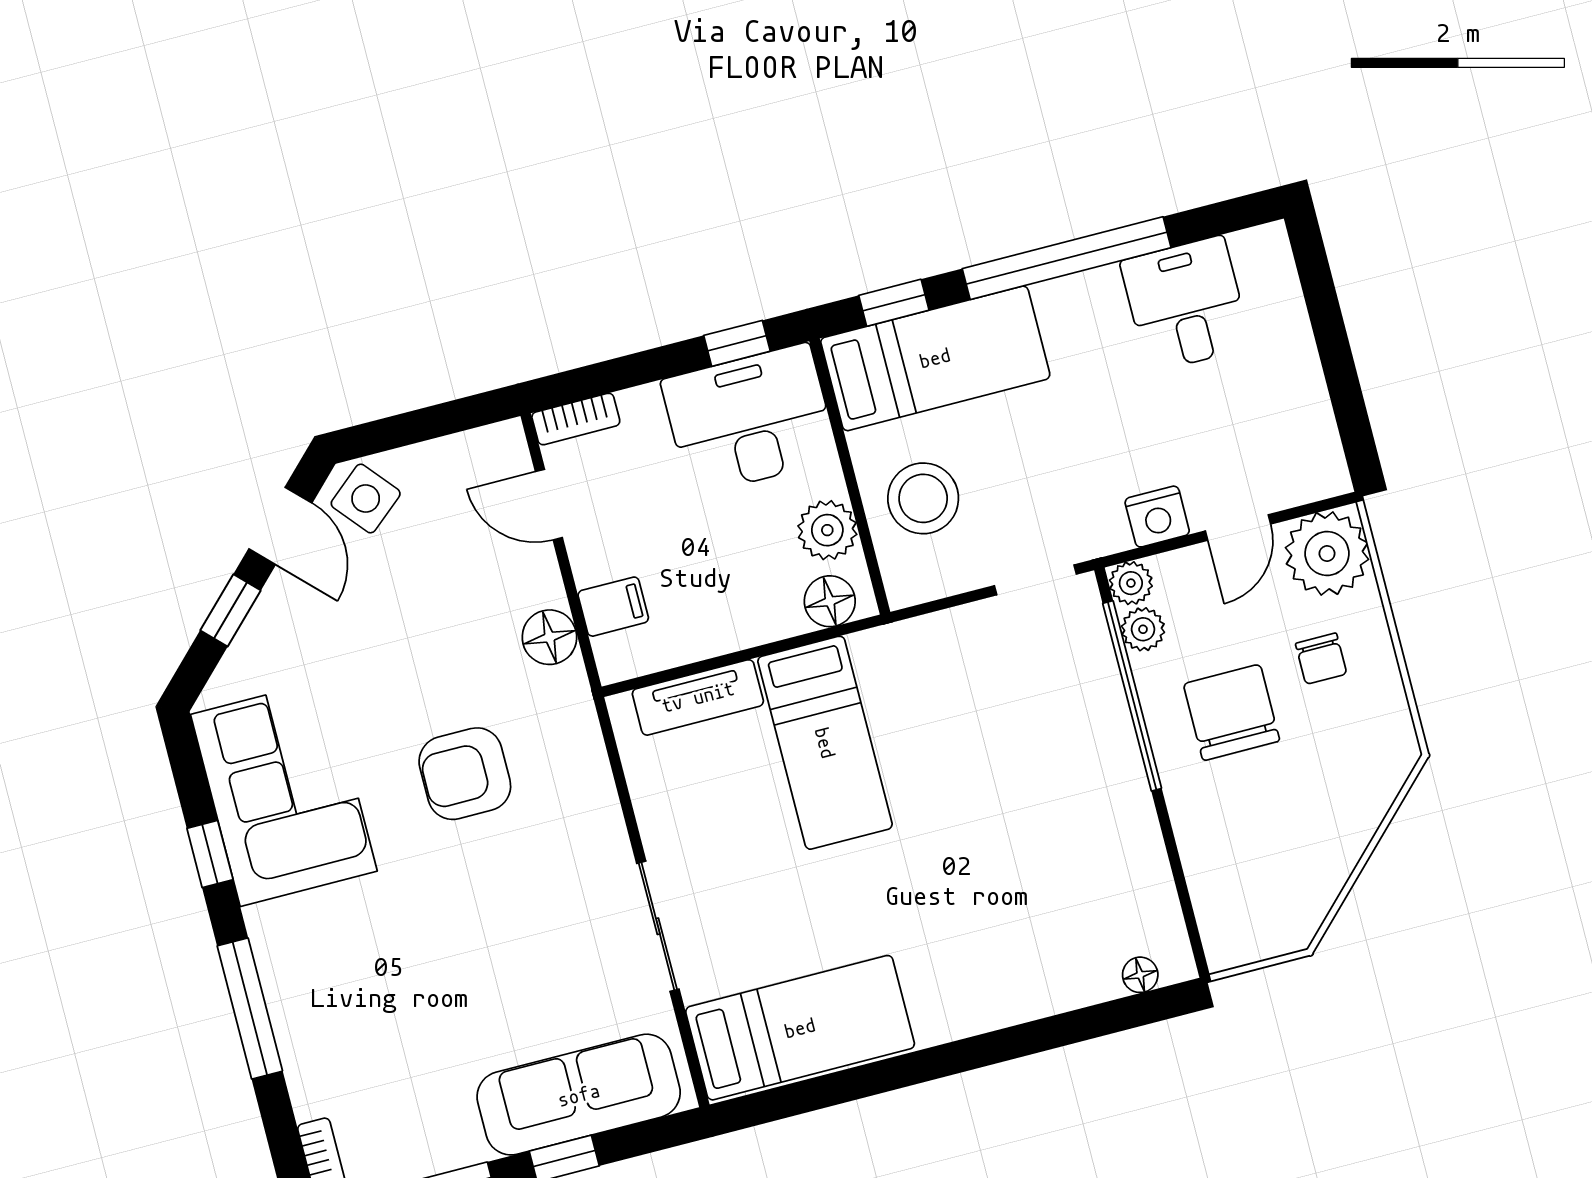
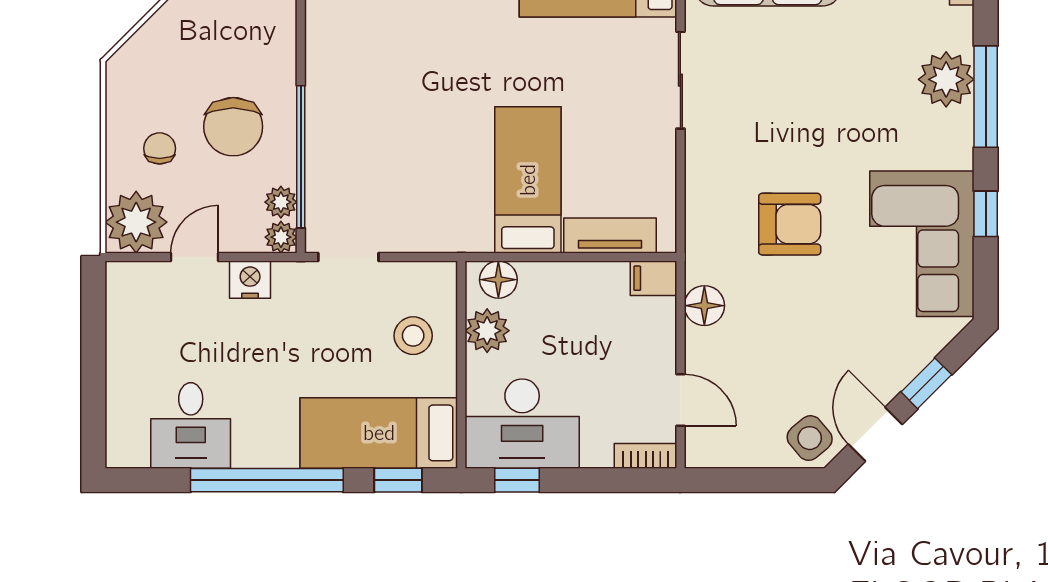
stool: (923, 498) -> (413, 336), width x0.73, depth x0.73
filing cabinet: (613, 607) -> (653, 278), moved
plant: (308, 1018) -> (946, 79), added

